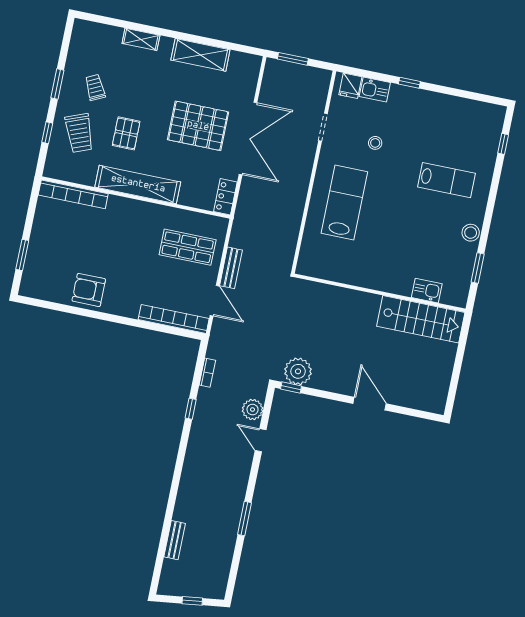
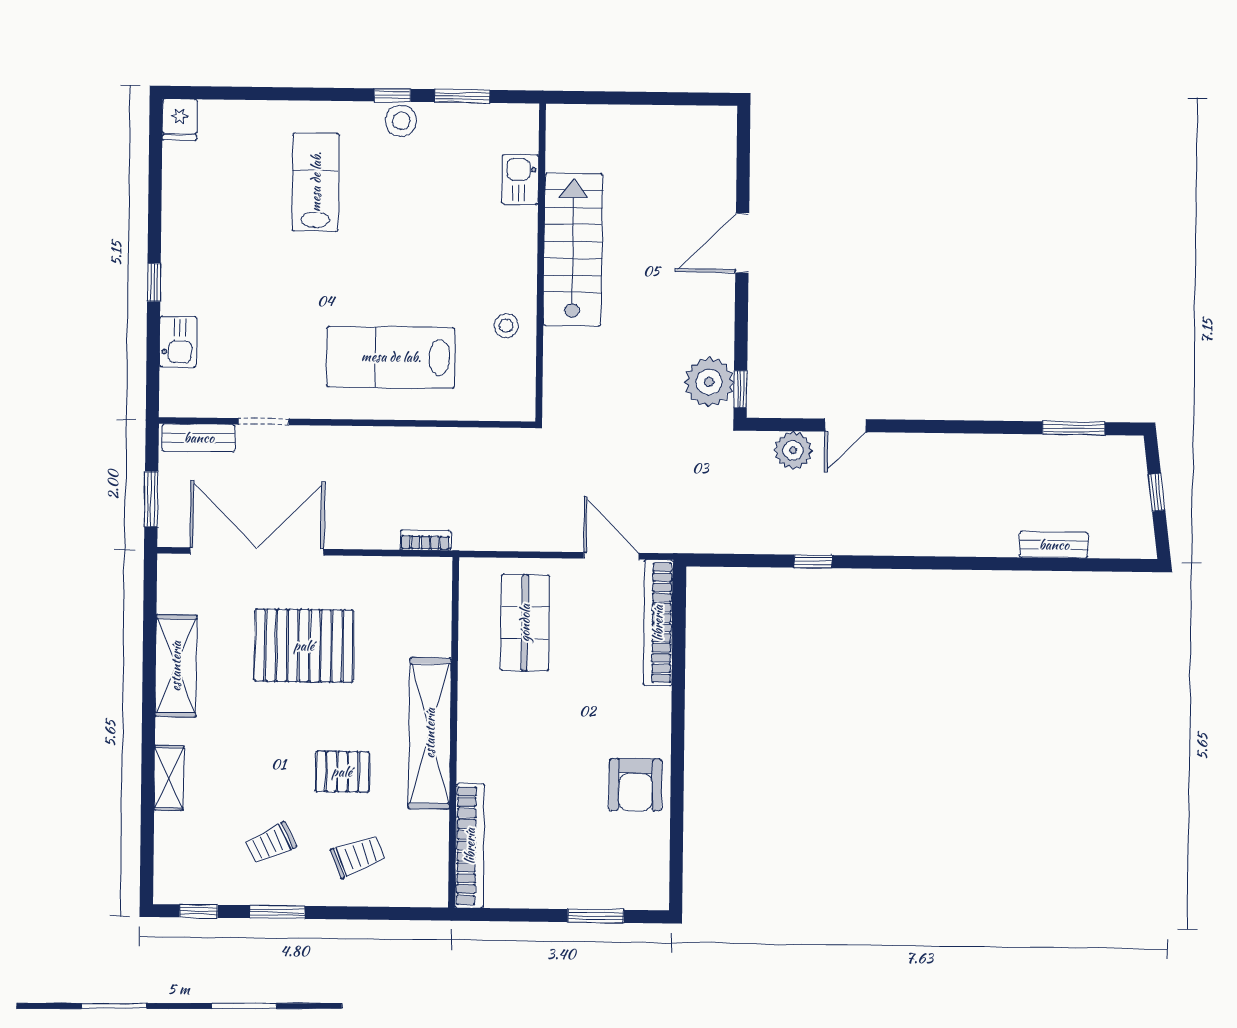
fridge: (350, 86) -> (180, 120), moved, turned 90
pallet: (198, 126) -> (304, 646), turned 90
window: (47, 133) -> (199, 911), moved
trolley: (79, 133) -> (358, 856), width x0.73, depth x0.72
double door: (248, 139) -> (257, 551), moved
stool: (375, 143) -> (506, 326), moved
window: (503, 144) -> (393, 95), moved
locker: (225, 197) -> (421, 572), removed
bench: (231, 268) -> (199, 438), moved
door: (215, 301) -> (611, 556), hinge flipped
stairs: (421, 319) -> (573, 250), moved
bookcase: (207, 373) -> (425, 540), moved
window: (244, 519) -> (1073, 428), moved

